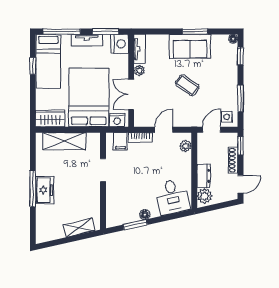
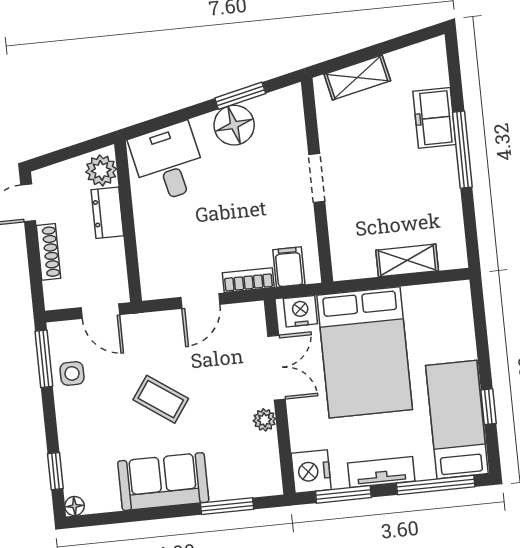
window: (195, 31) -> (227, 506), moved
tv unit: (140, 49) -> (268, 465), removed
window: (241, 99) -> (44, 359), moved
side table: (227, 117) -> (72, 373), moved
wardrobe: (50, 118) -> (441, 300), removed
door: (212, 130) -> (100, 311), hinge flipped
shelving: (64, 141) -> (407, 260), width x0.67, depth x0.75
plant: (186, 146) -> (152, 271), removed
window: (241, 146) -> (36, 283), removed
doorway: (103, 170) -> (317, 178), moved
freezer: (45, 190) -> (434, 118), moved
floor lamp: (145, 215) -> (234, 125), width x1.89, depth x1.89

